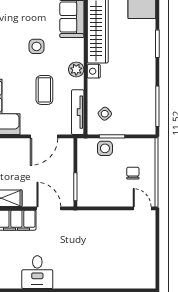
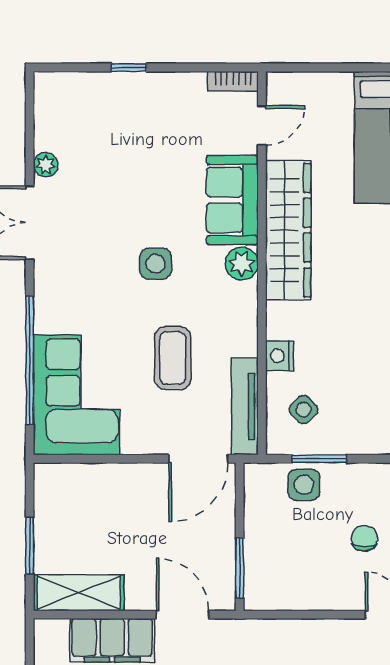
plant: (76, 69) -> (242, 264), moved
nightstand: (94, 71) -> (280, 356), moved
door: (44, 136) -> (198, 459), moved

